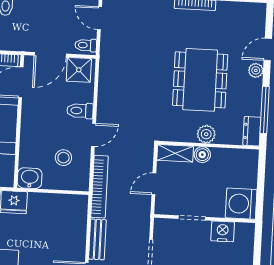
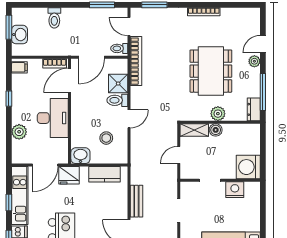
shower: (79, 70) -> (118, 84), moved
bookcase: (100, 187) -> (136, 61), moved
kitchen counter: (59, 203) -> (104, 174), added

